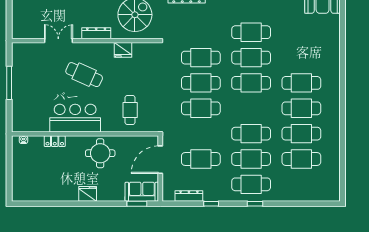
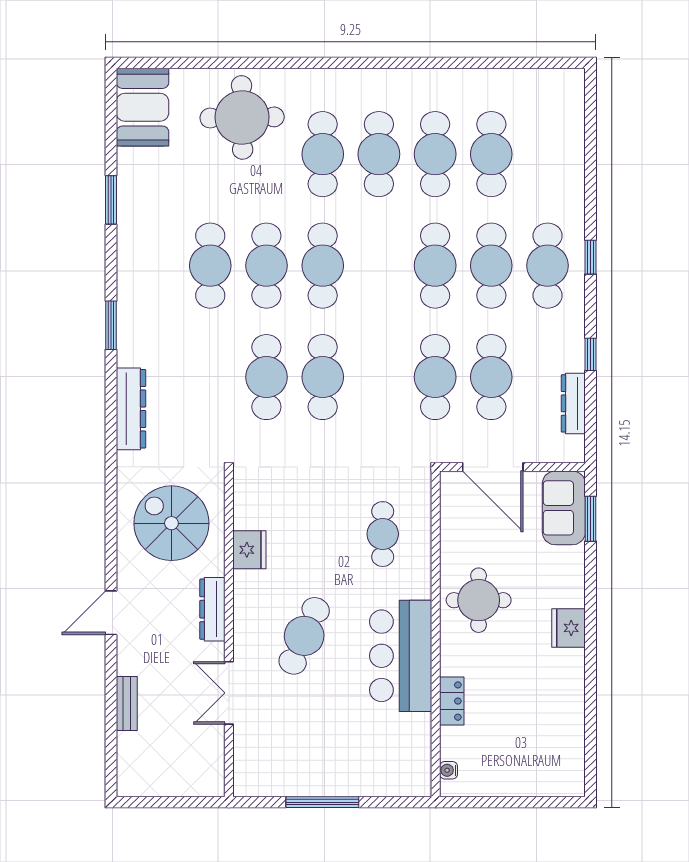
round table: (318, 47) -> (242, 117), added
cafe table: (201, 108) -> (435, 377), moved
cafe table: (130, 110) -> (383, 534), turned 90

